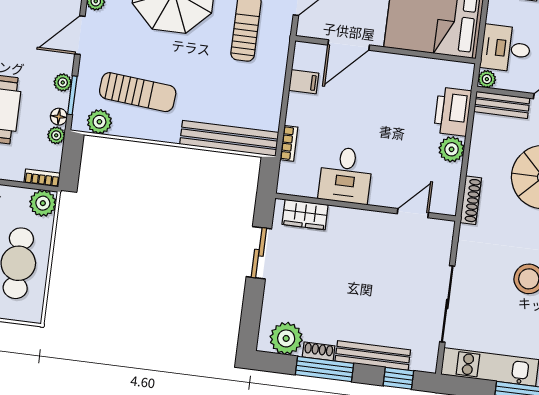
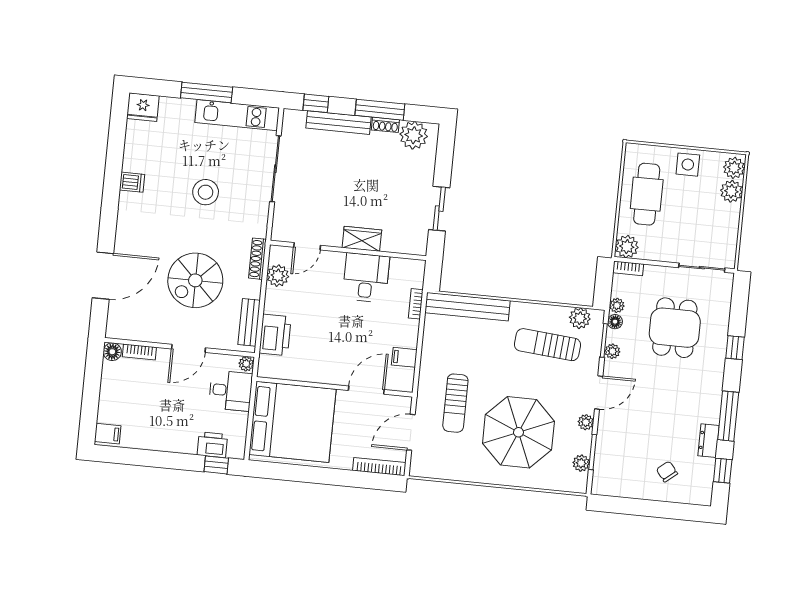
bench: (502, 105) -> (249, 322), moved, turned 90
plant: (452, 149) -> (278, 276), moved
wardrobe: (305, 215) -> (362, 239), moved

